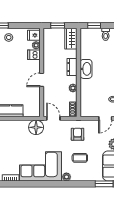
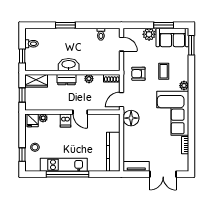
dishwasher: (34, 55) -> (65, 120), moved

